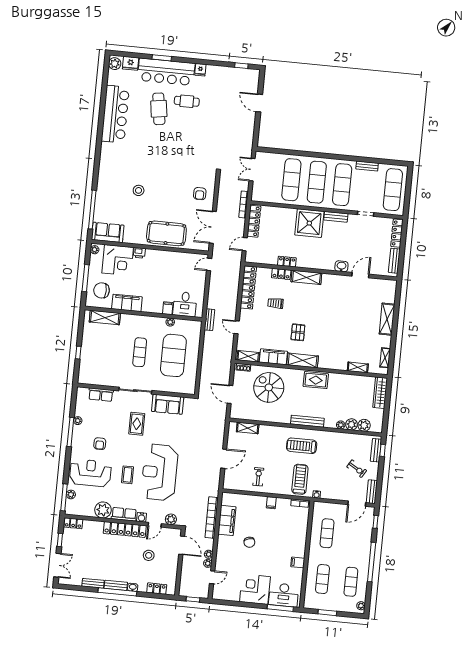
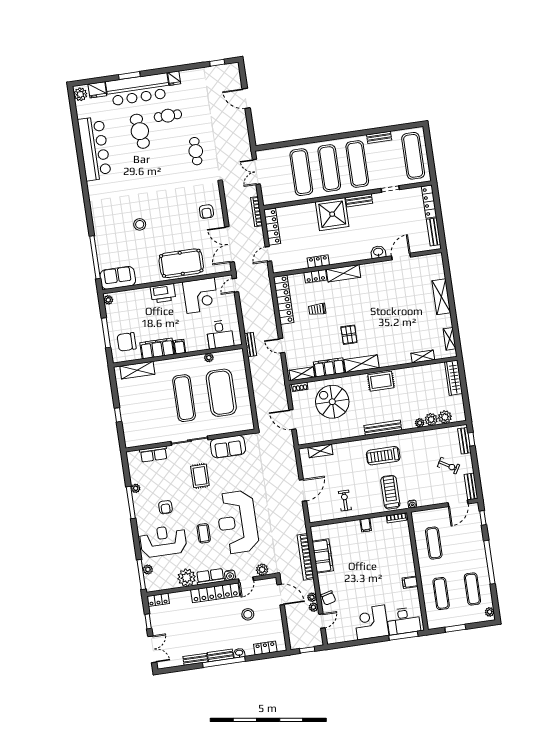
cafe table: (203, 138) -> (196, 151), added
printer: (139, 253) -> (163, 293), width x1.87, depth x1.48
corner desk: (118, 260) -> (201, 295), moved
filing cabinet: (168, 308) -> (179, 347), moved
exercise mat: (140, 352) -> (184, 398), width x1.36, depth x1.45
chair: (249, 542) -> (328, 598), moved

